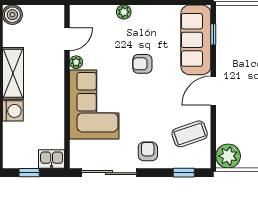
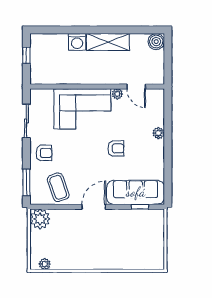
armchair: (142, 64) -> (116, 148), turned 90
door: (213, 91) -> (94, 207), hinge flipped
kitchen sink: (52, 159) -> (38, 74), removed
sliding door: (109, 173) -> (26, 121), width x0.73
window: (184, 173) -> (26, 182), width x1.50

